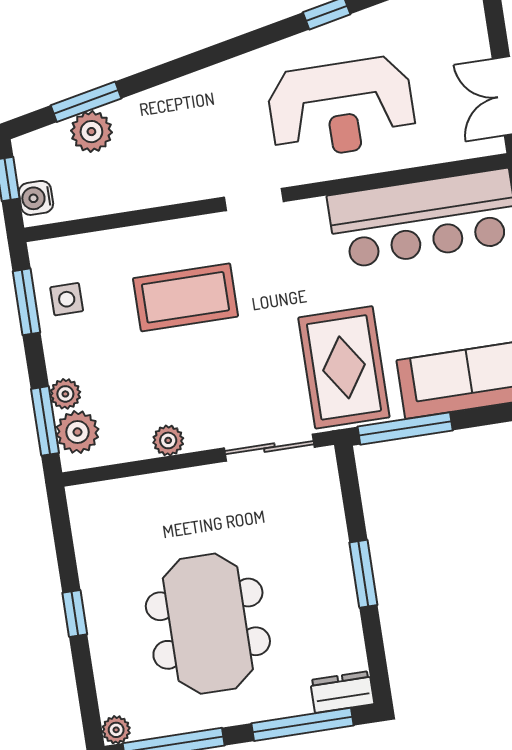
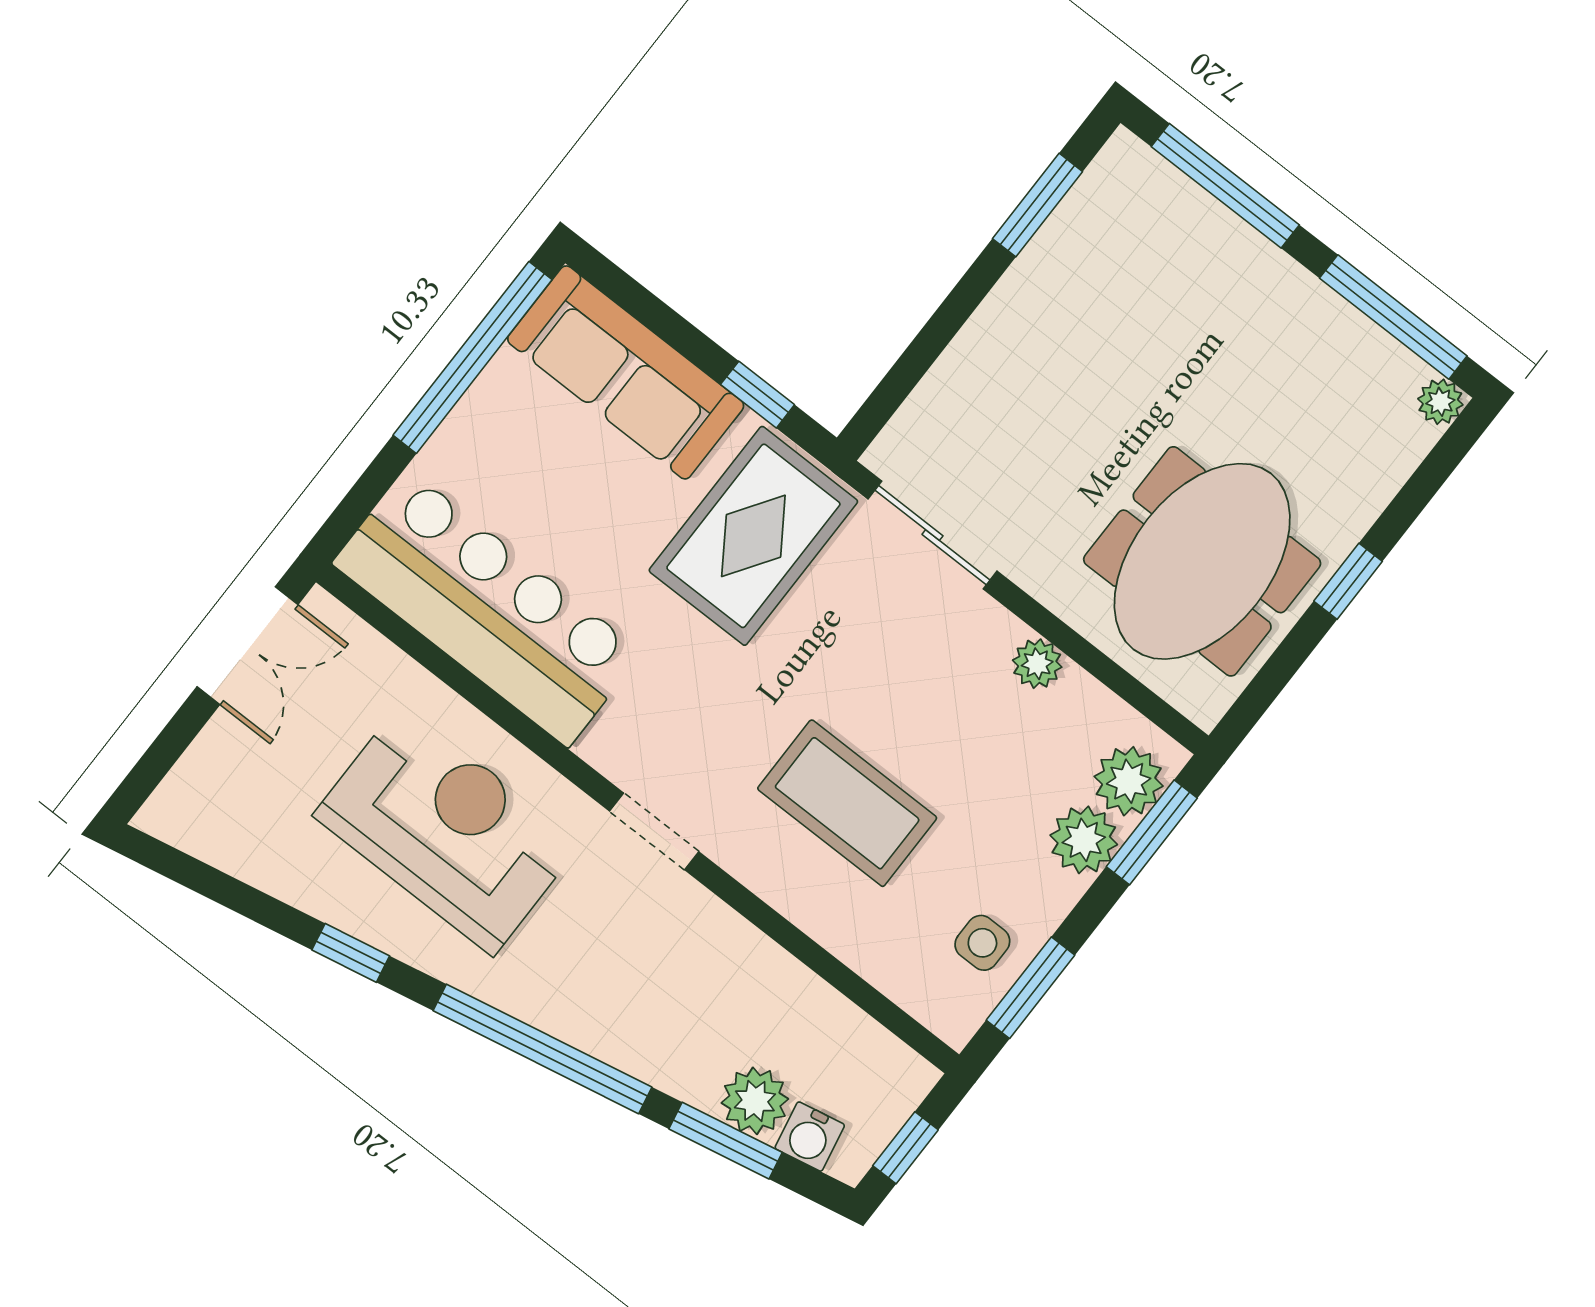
window: (204, 59) -> (543, 1049), added
water cooler: (36, 198) -> (810, 1137), moved, turned 79
plant: (65, 394) -> (1084, 840), width x1.38, depth x1.38
window: (405, 428) -> (758, 395), width x0.46
window: (363, 574) -> (1037, 205), moved
meeting table: (208, 624) -> (1202, 561), moved
dresser: (342, 692) -> (1142, 175), removed

